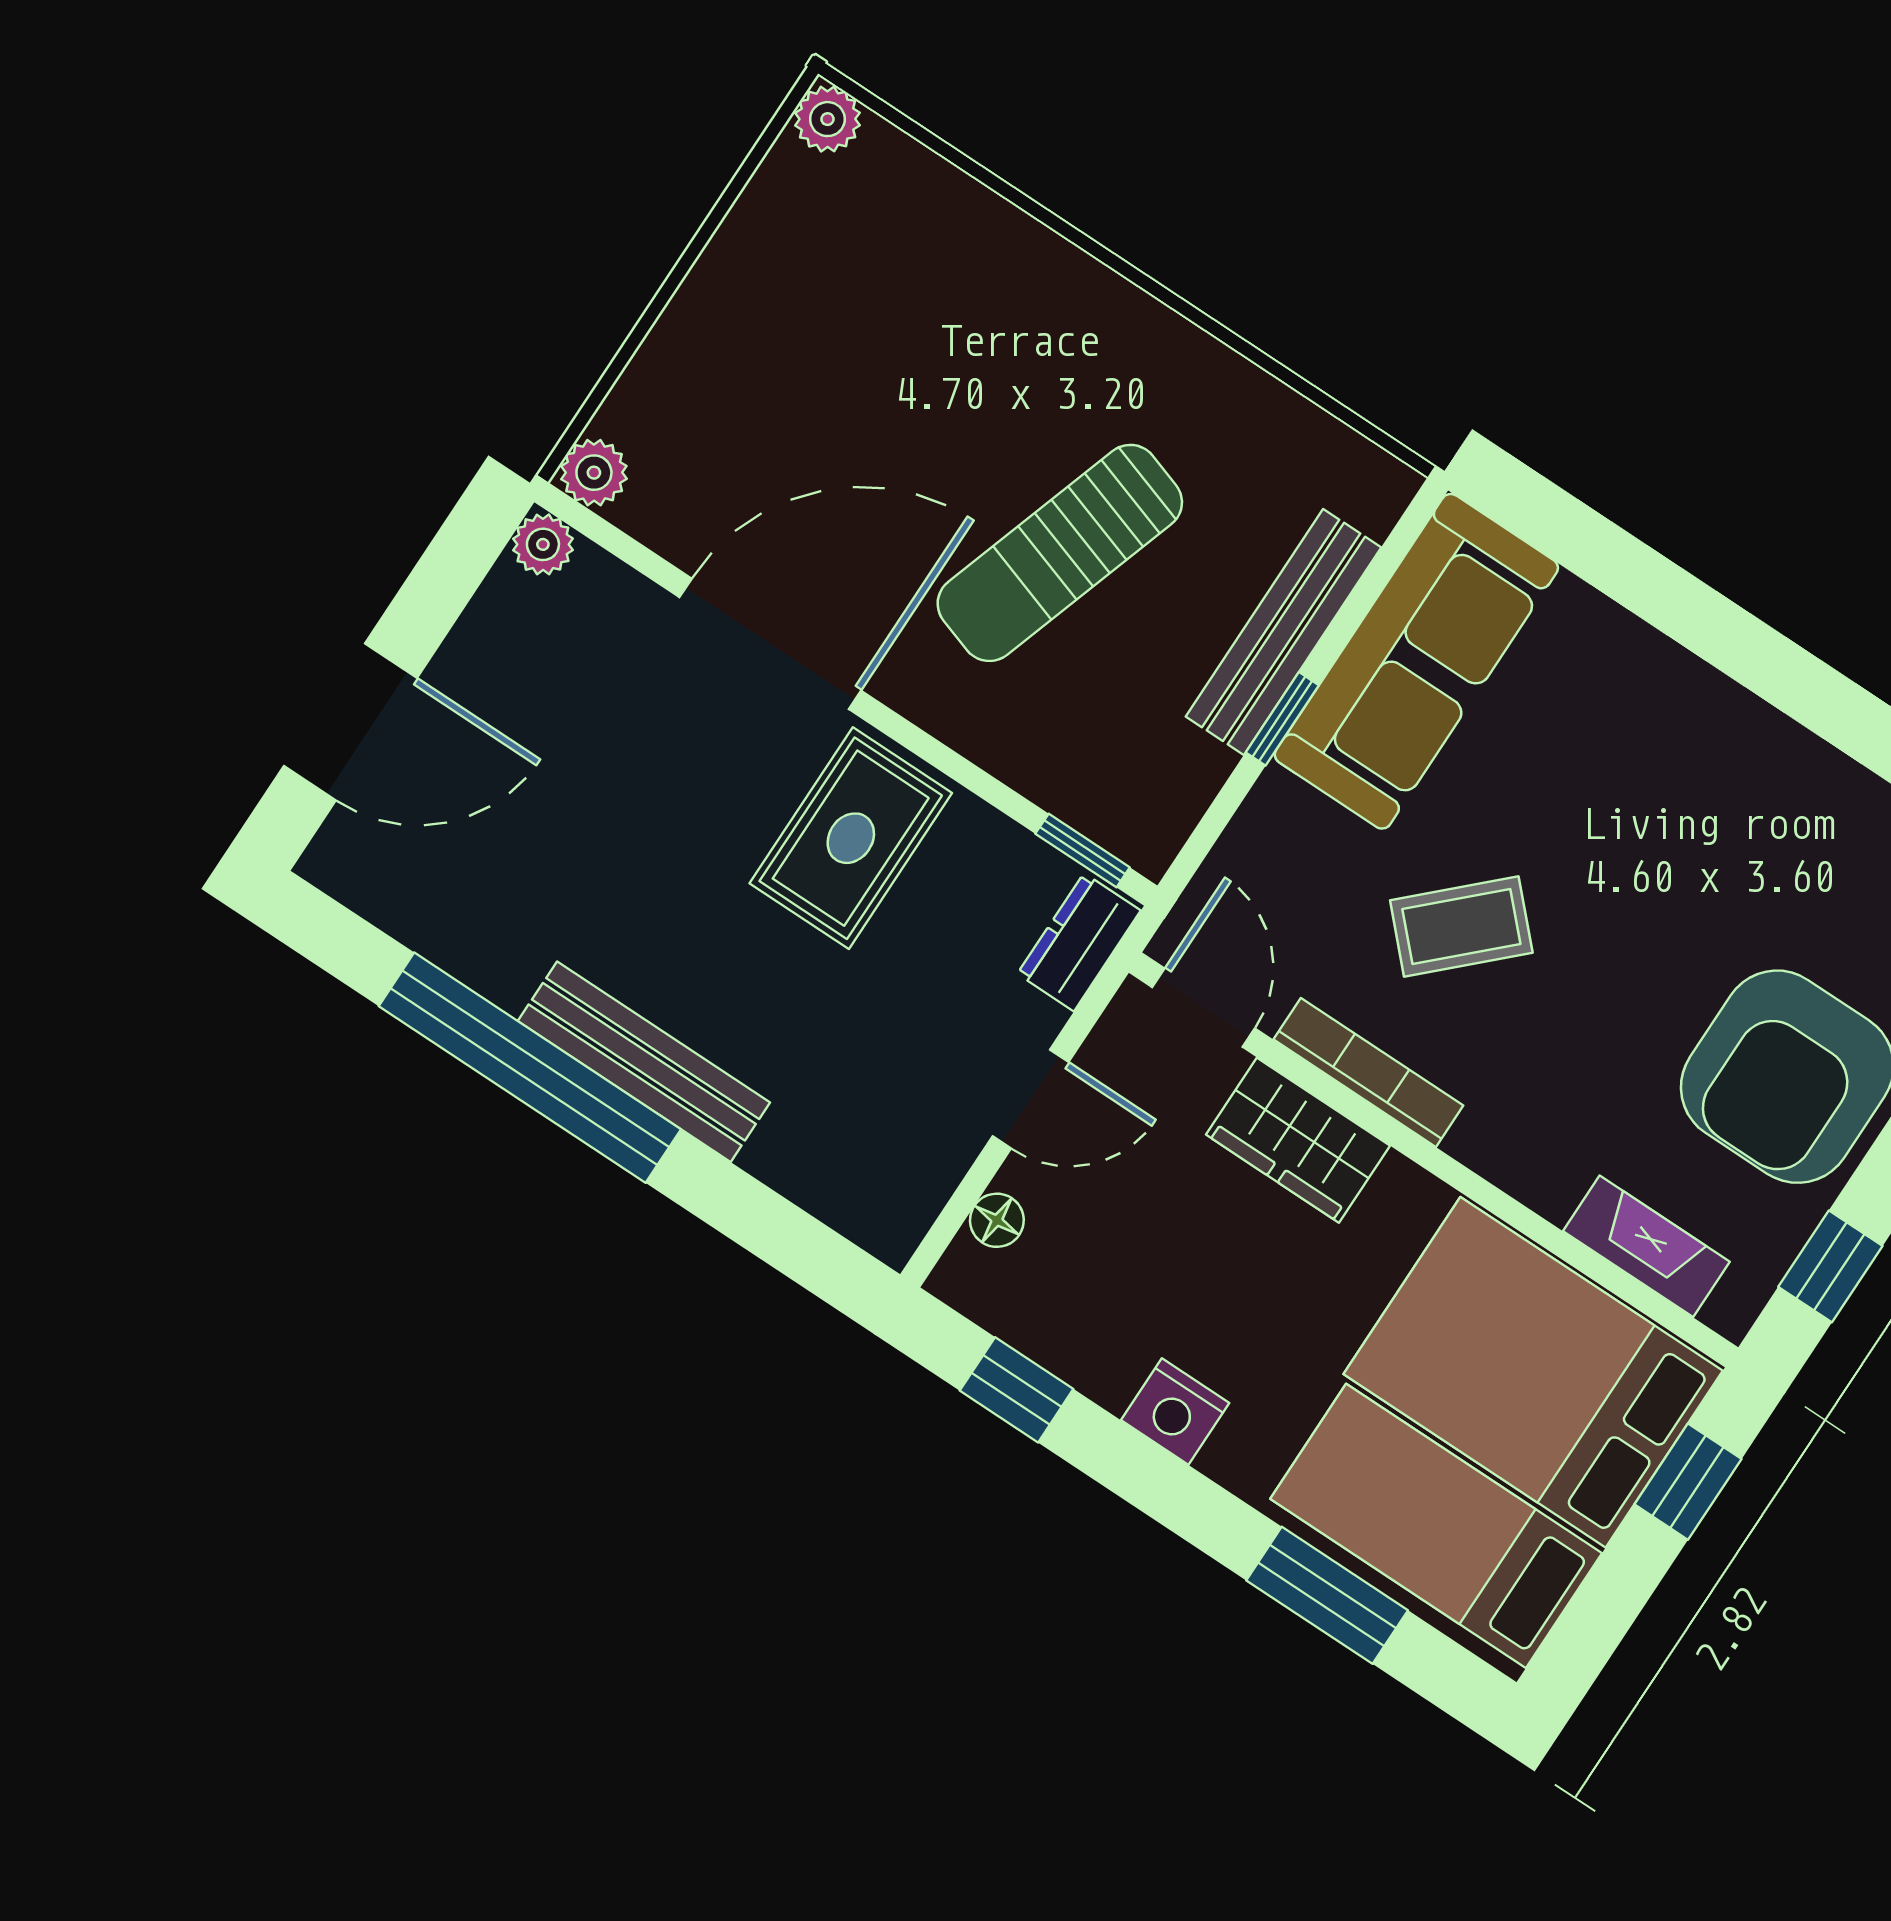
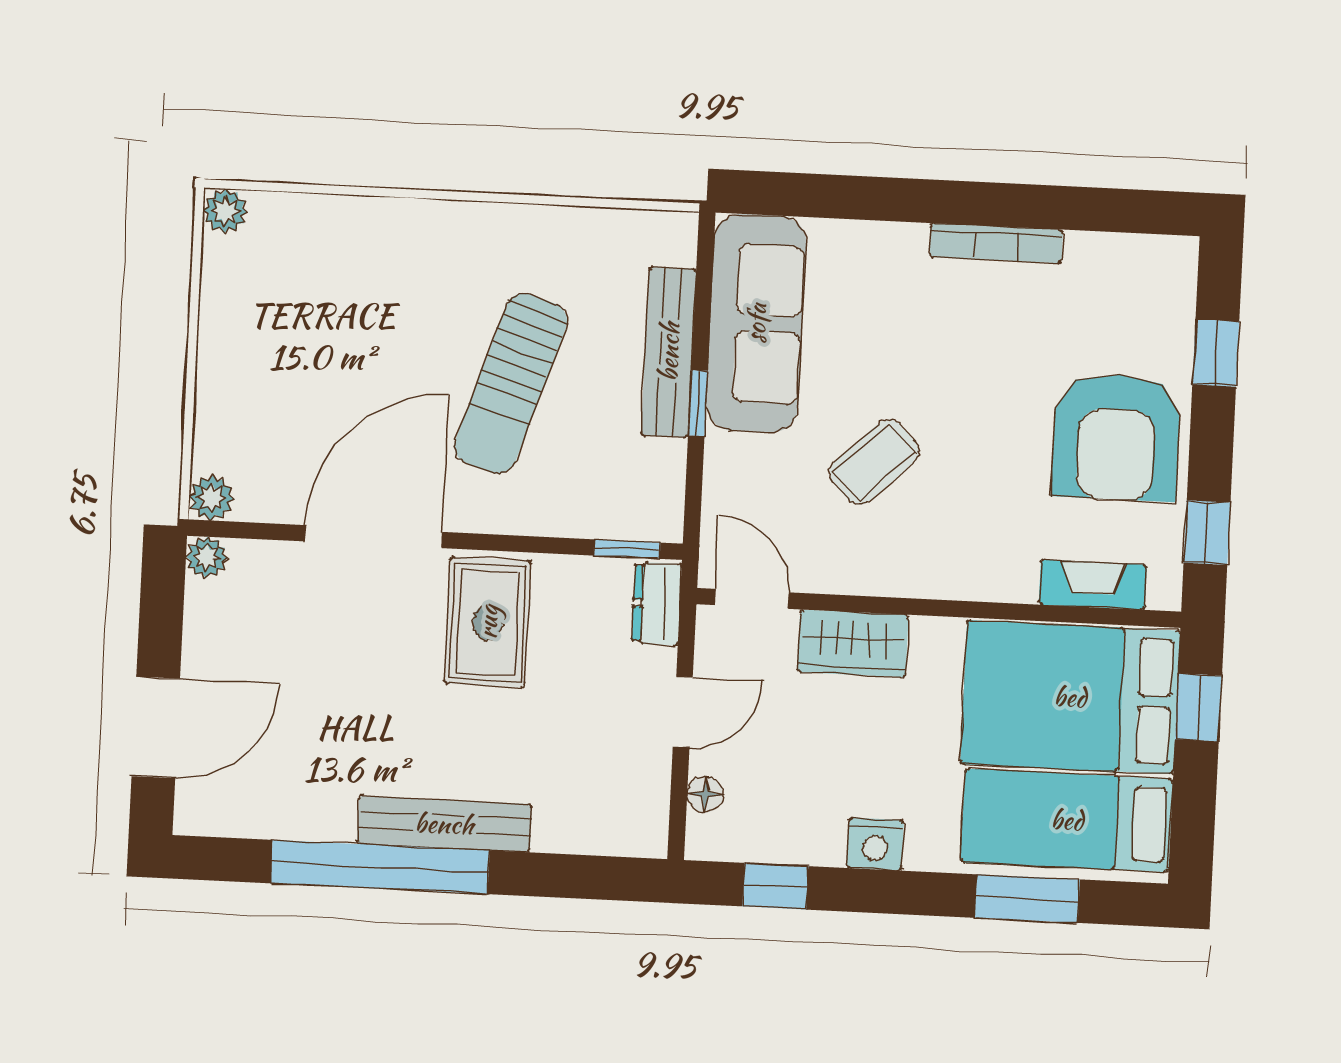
bookcase: (1368, 1072) -> (996, 243), moved, turned 180

